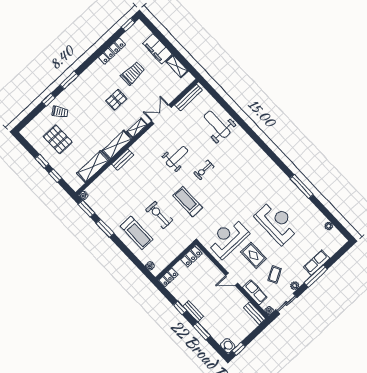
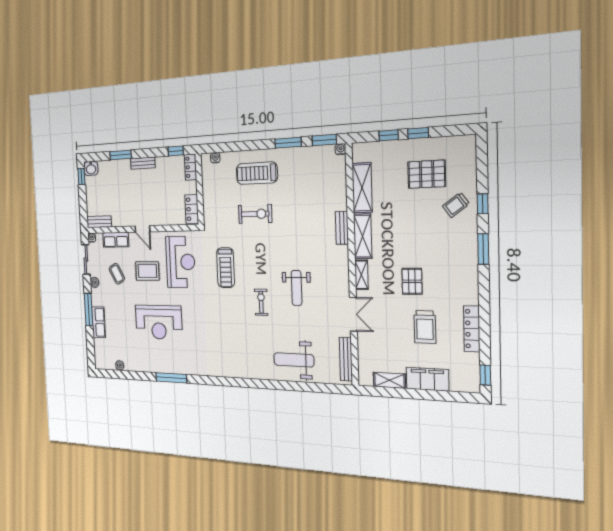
weight bench: (217, 124) -> (294, 360), turned 180
treadmill: (188, 202) -> (226, 268), moved, turned 90
door: (232, 279) -> (142, 229), swing flipped
window: (180, 308) -> (176, 151), moved

